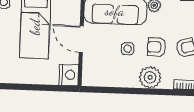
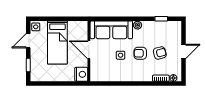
plant: (150, 77) -> (136, 74), removed

